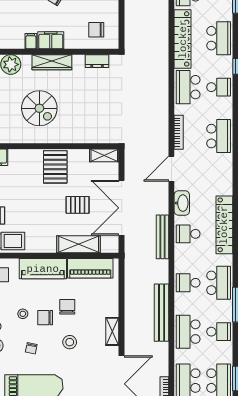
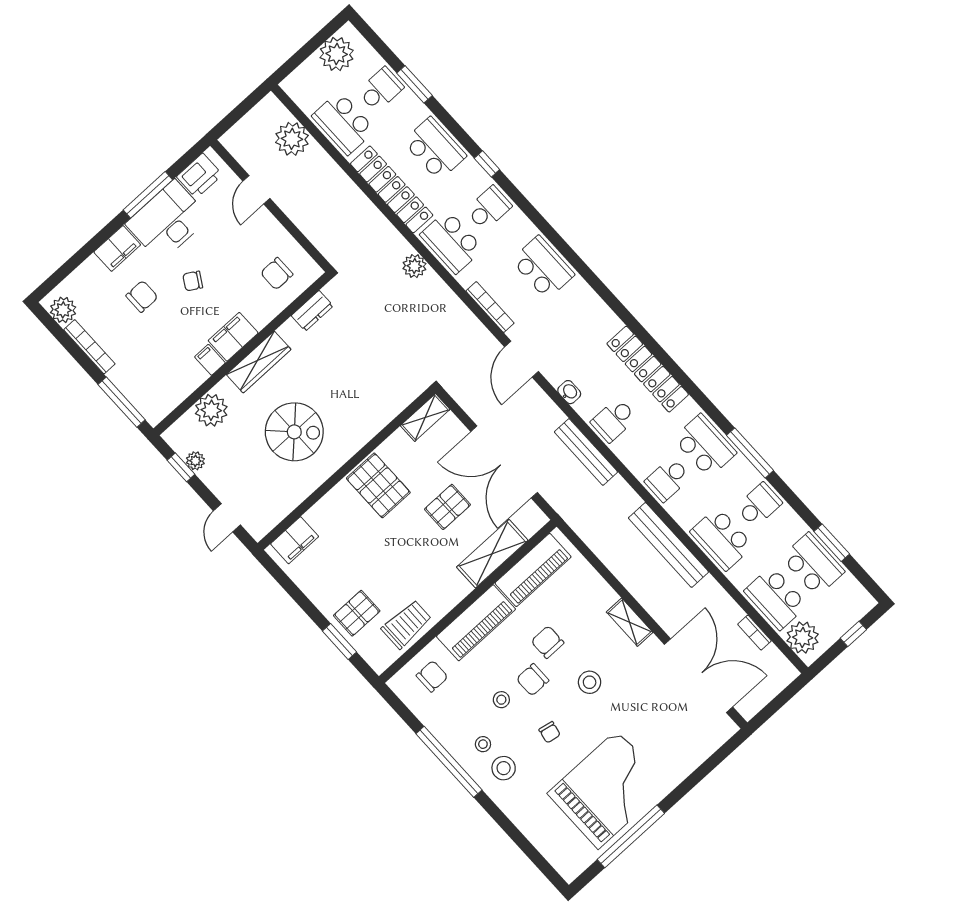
plant: (161, 83) -> (414, 266), added
washbasin: (182, 203) -> (569, 392), width x0.52, depth x0.69

